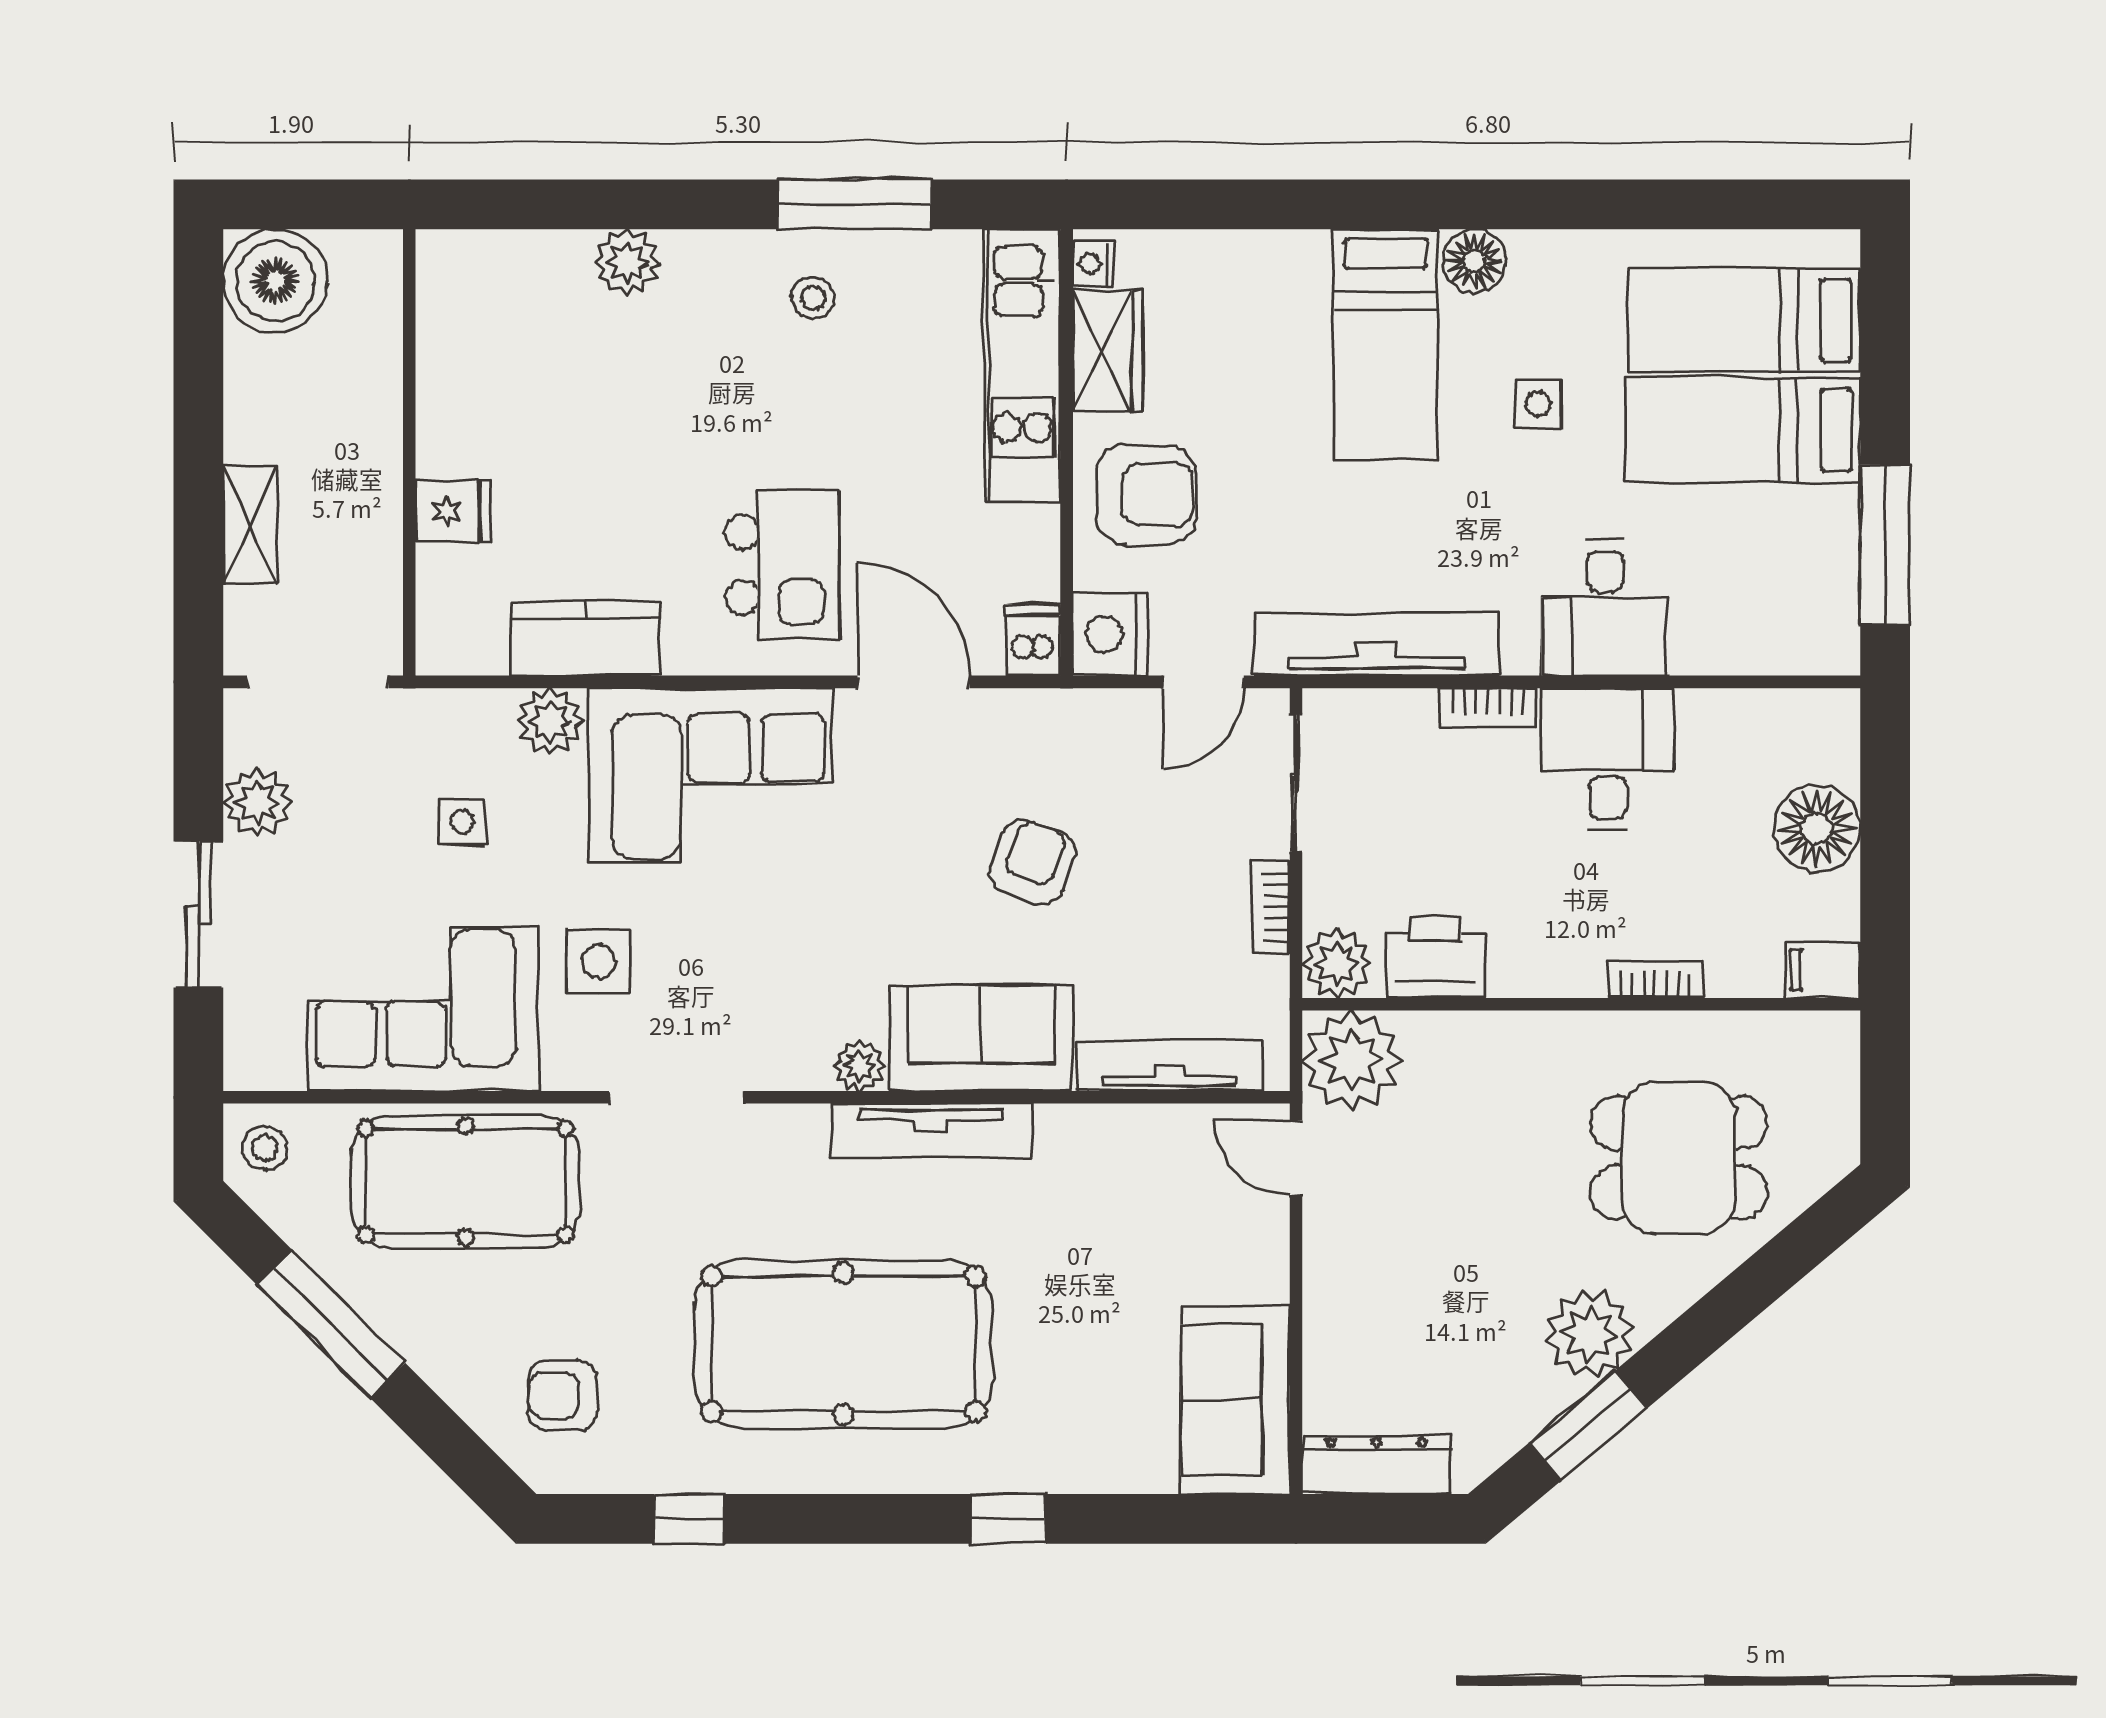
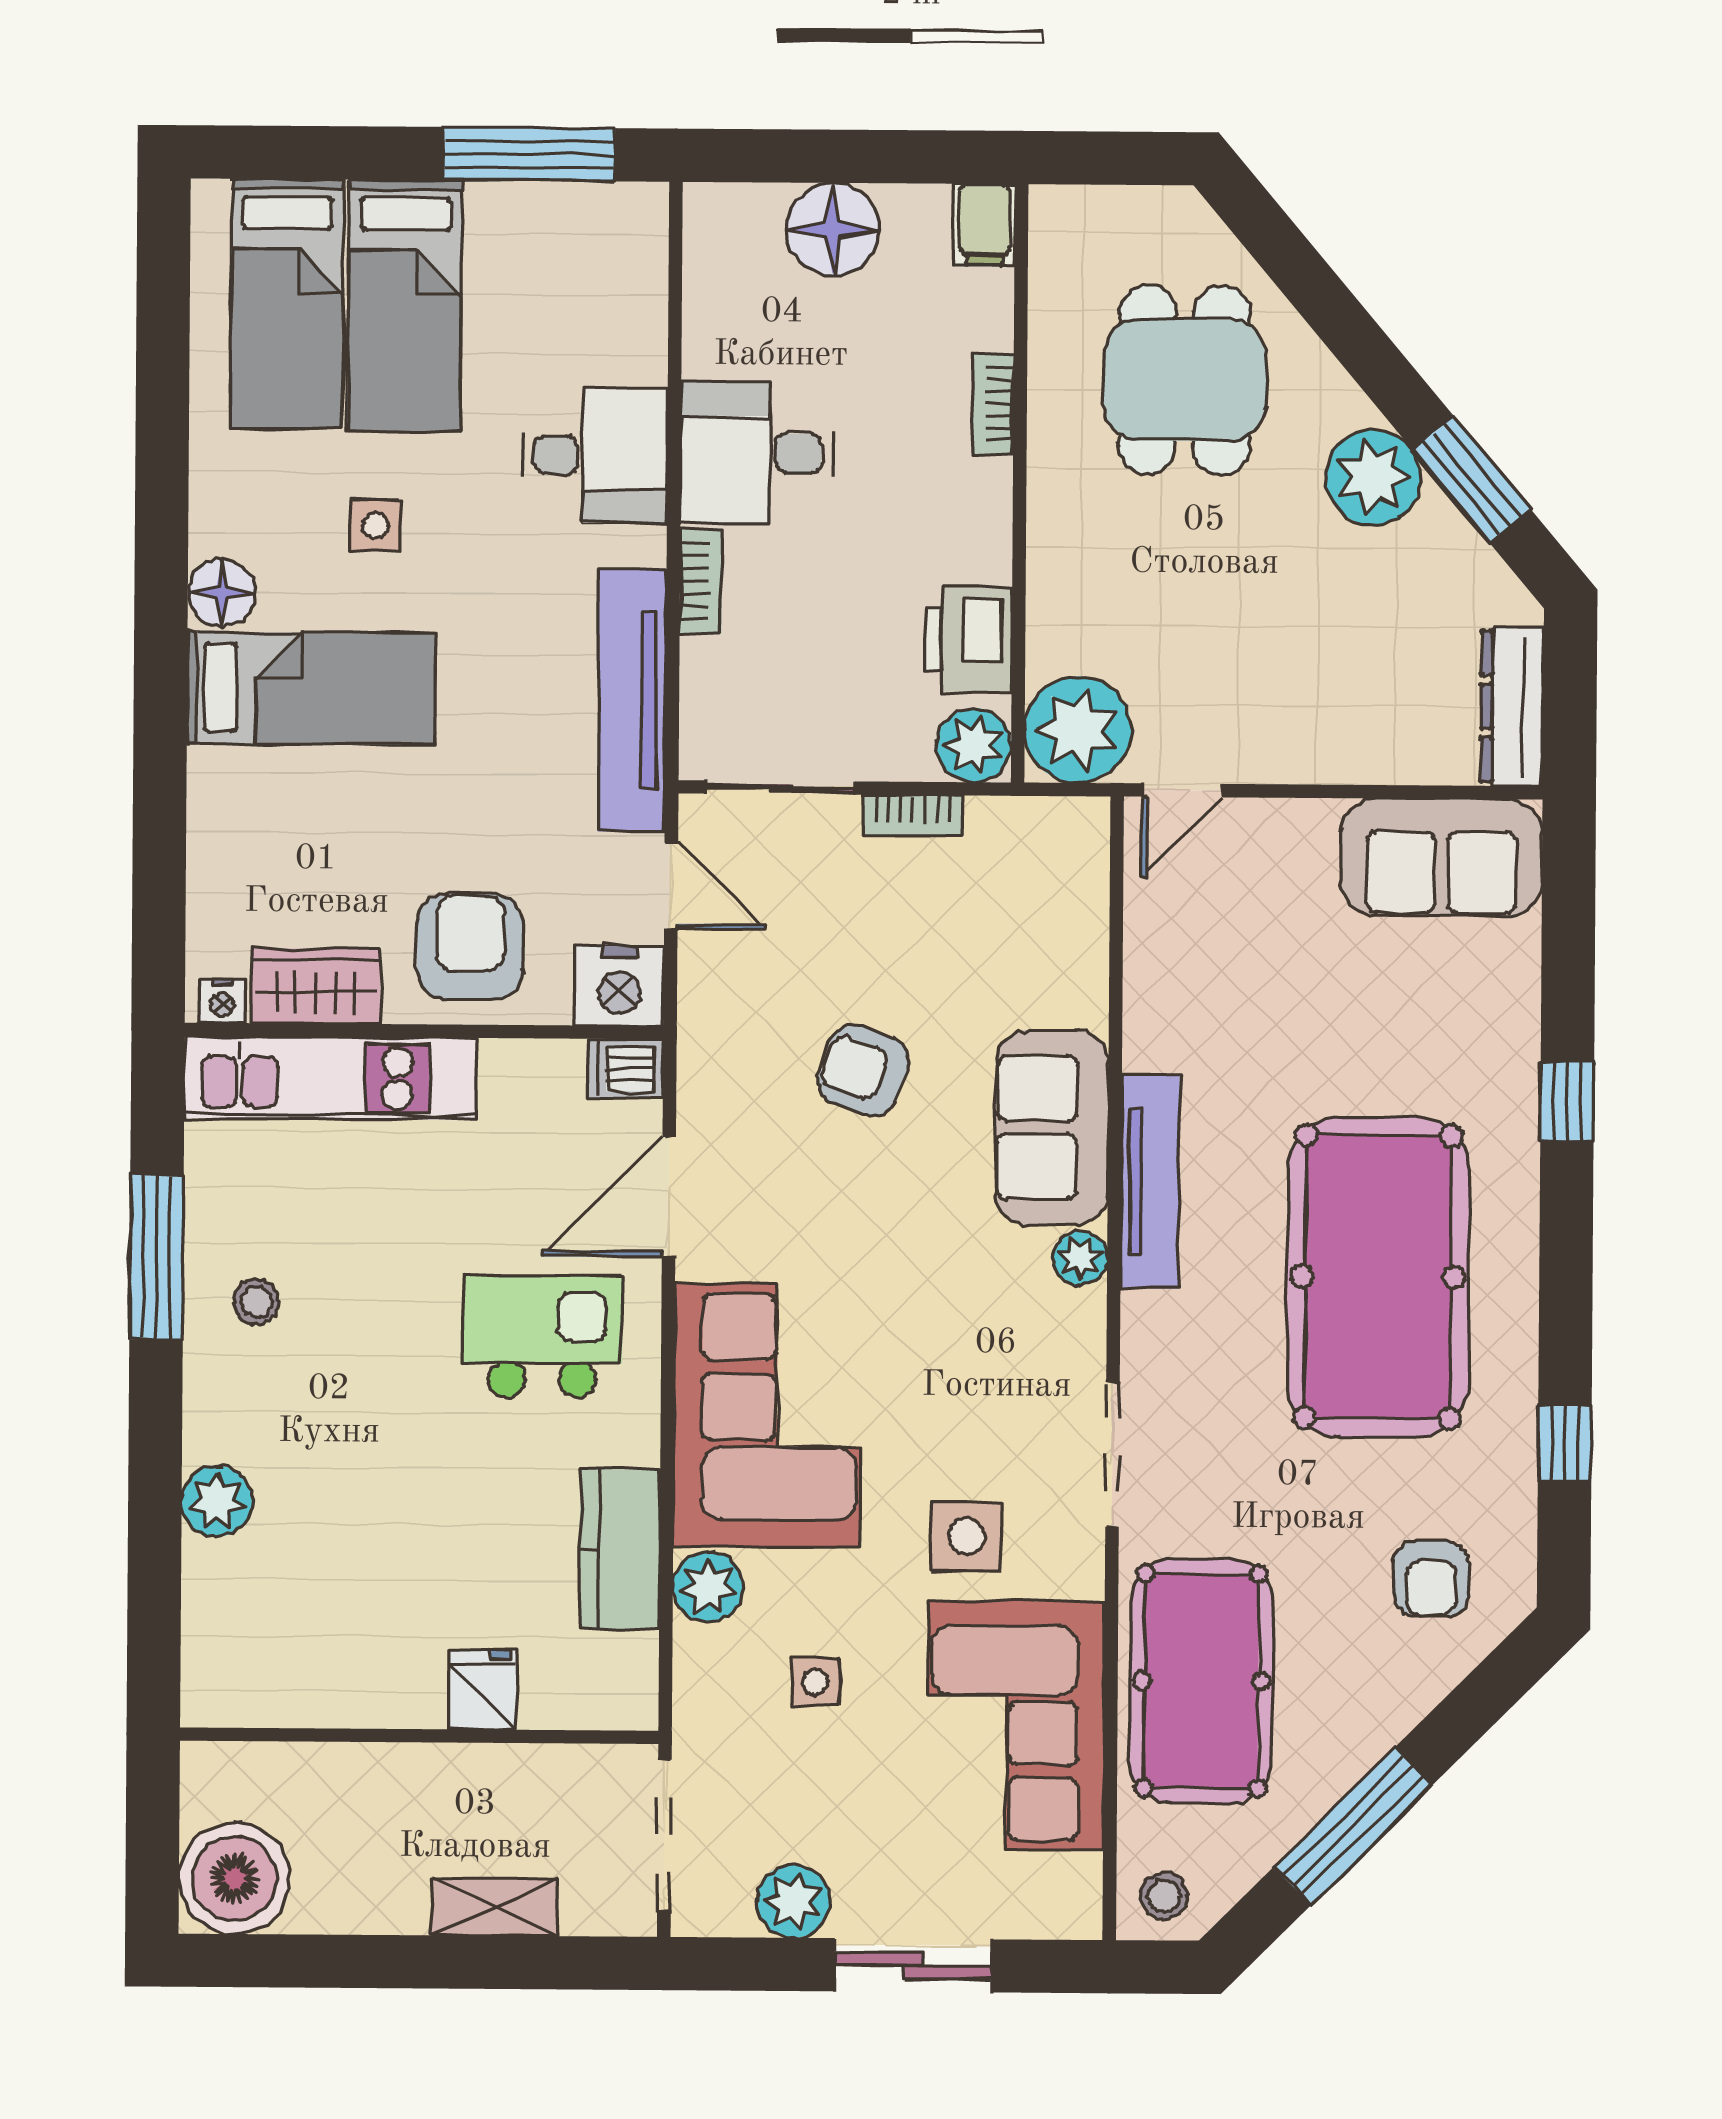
tv unit: (1170, 1066) -> (1083, 925), removed

